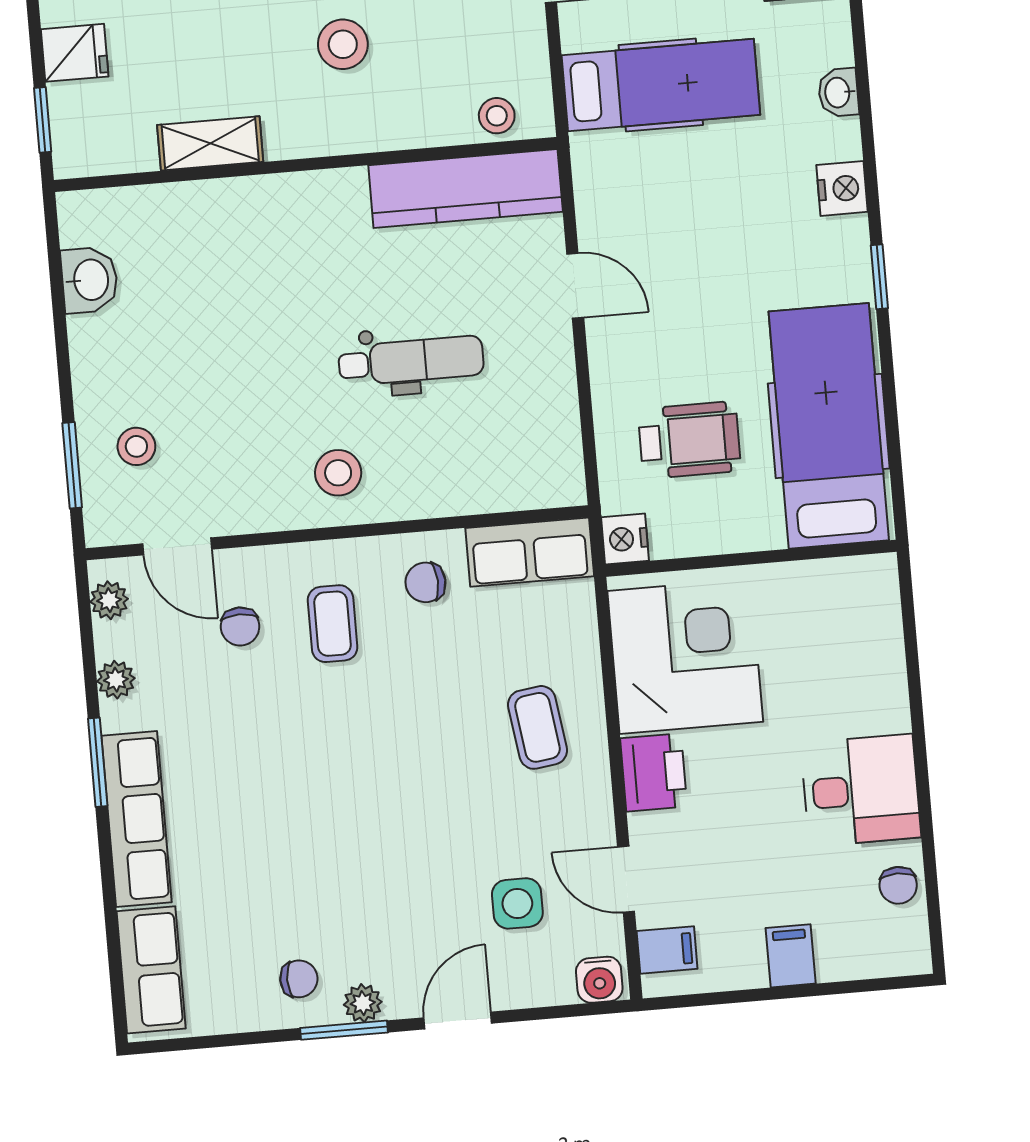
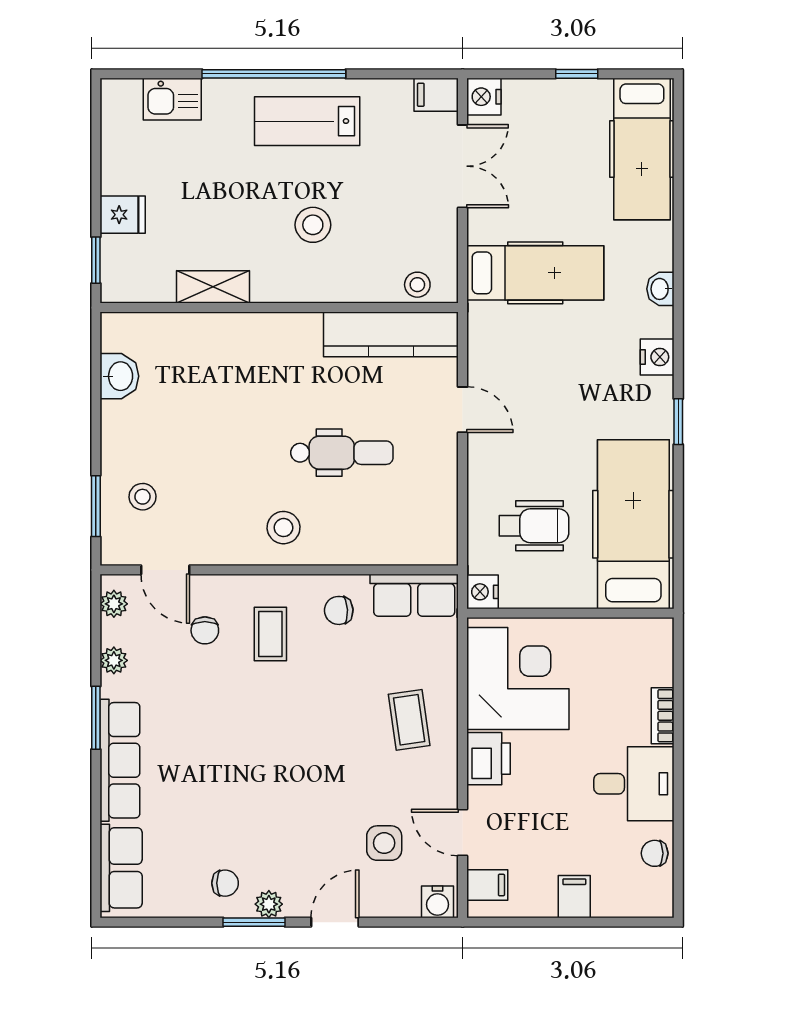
bookcase: (893, 691) -> (663, 716), added
chair: (898, 885) -> (655, 853), turned 90

